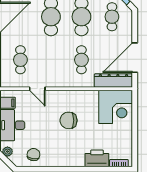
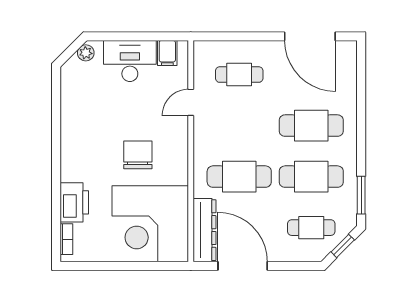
cafe table: (81, 60) -> (239, 177), width x1.37, depth x1.35
corner desk: (116, 107) -> (150, 224), width x1.36, depth x1.36
chair: (33, 155) -> (81, 96), removed

